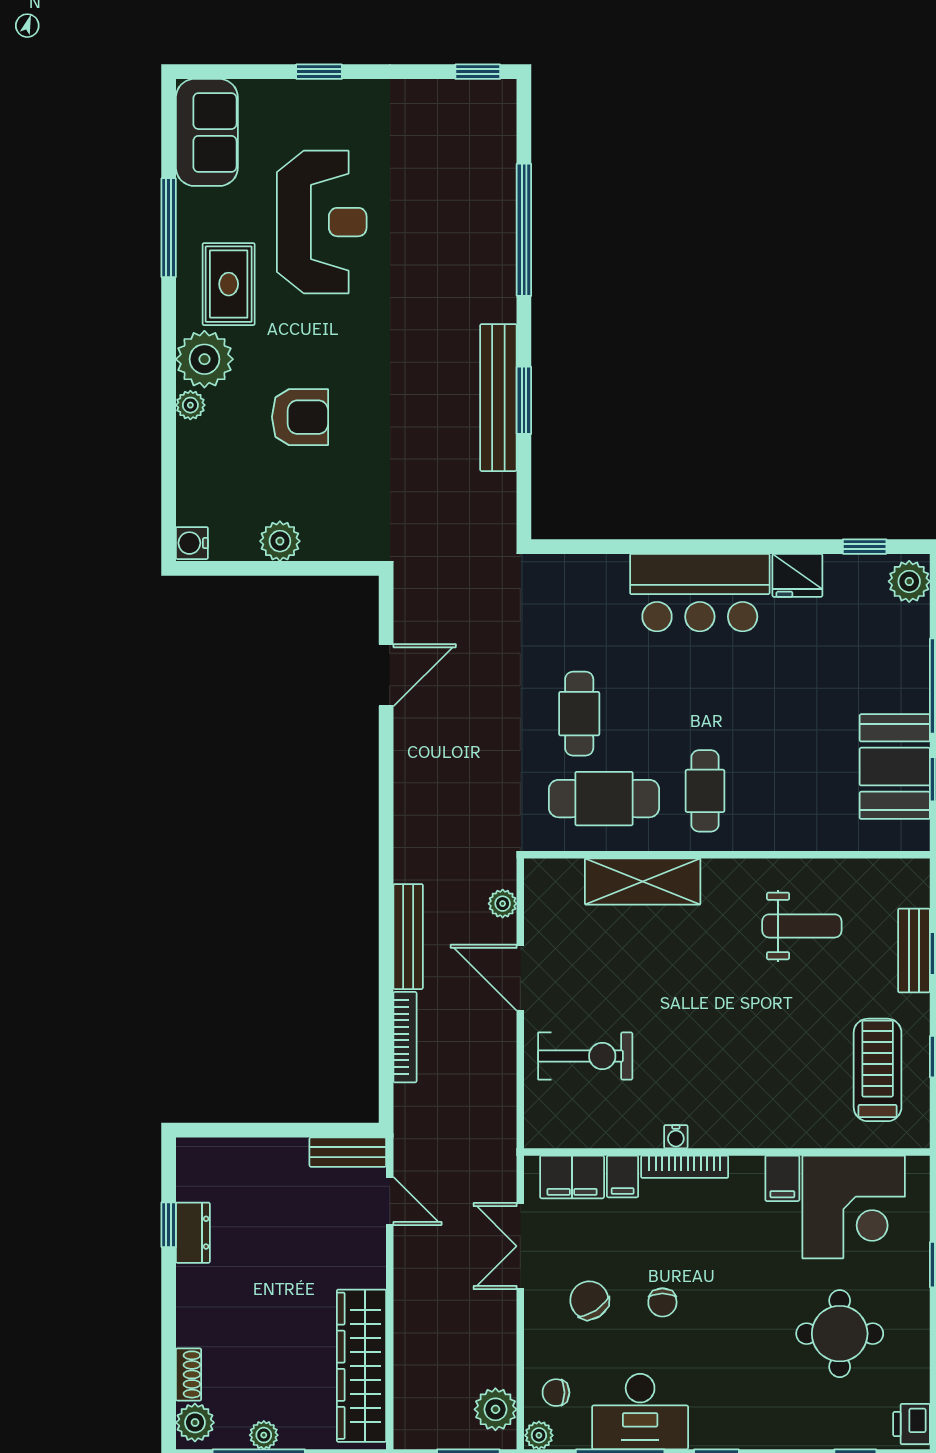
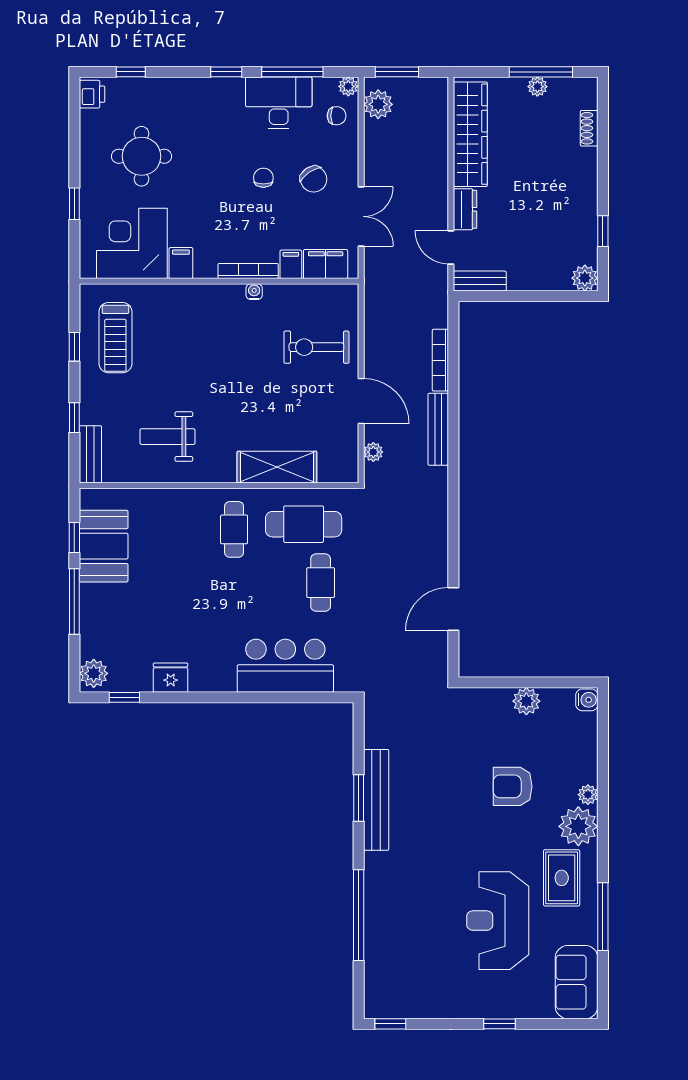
bar counter: (700, 593) -> (285, 666), moved
bench: (914, 950) -> (90, 454), moved
dresser: (193, 1233) -> (465, 209), moved, turned 180
plant: (195, 1423) -> (585, 278), moved

